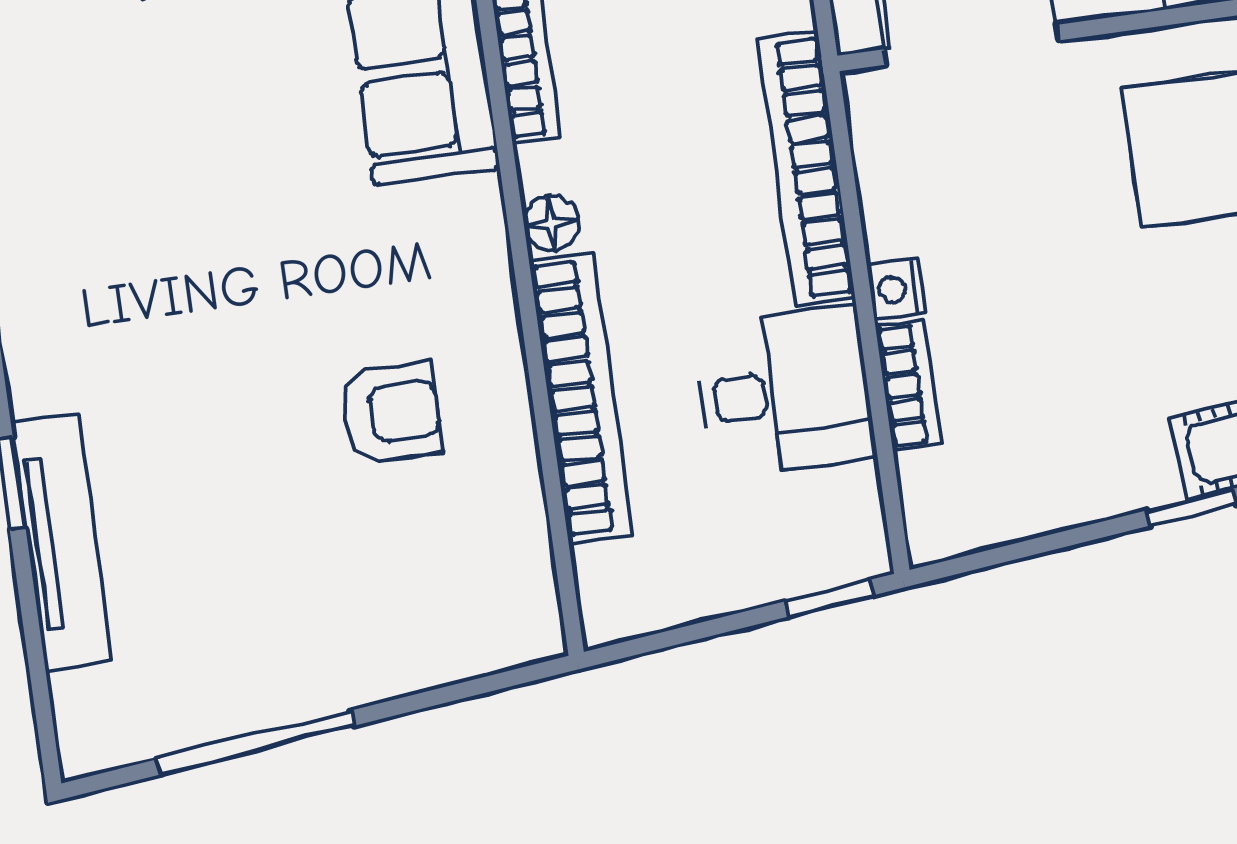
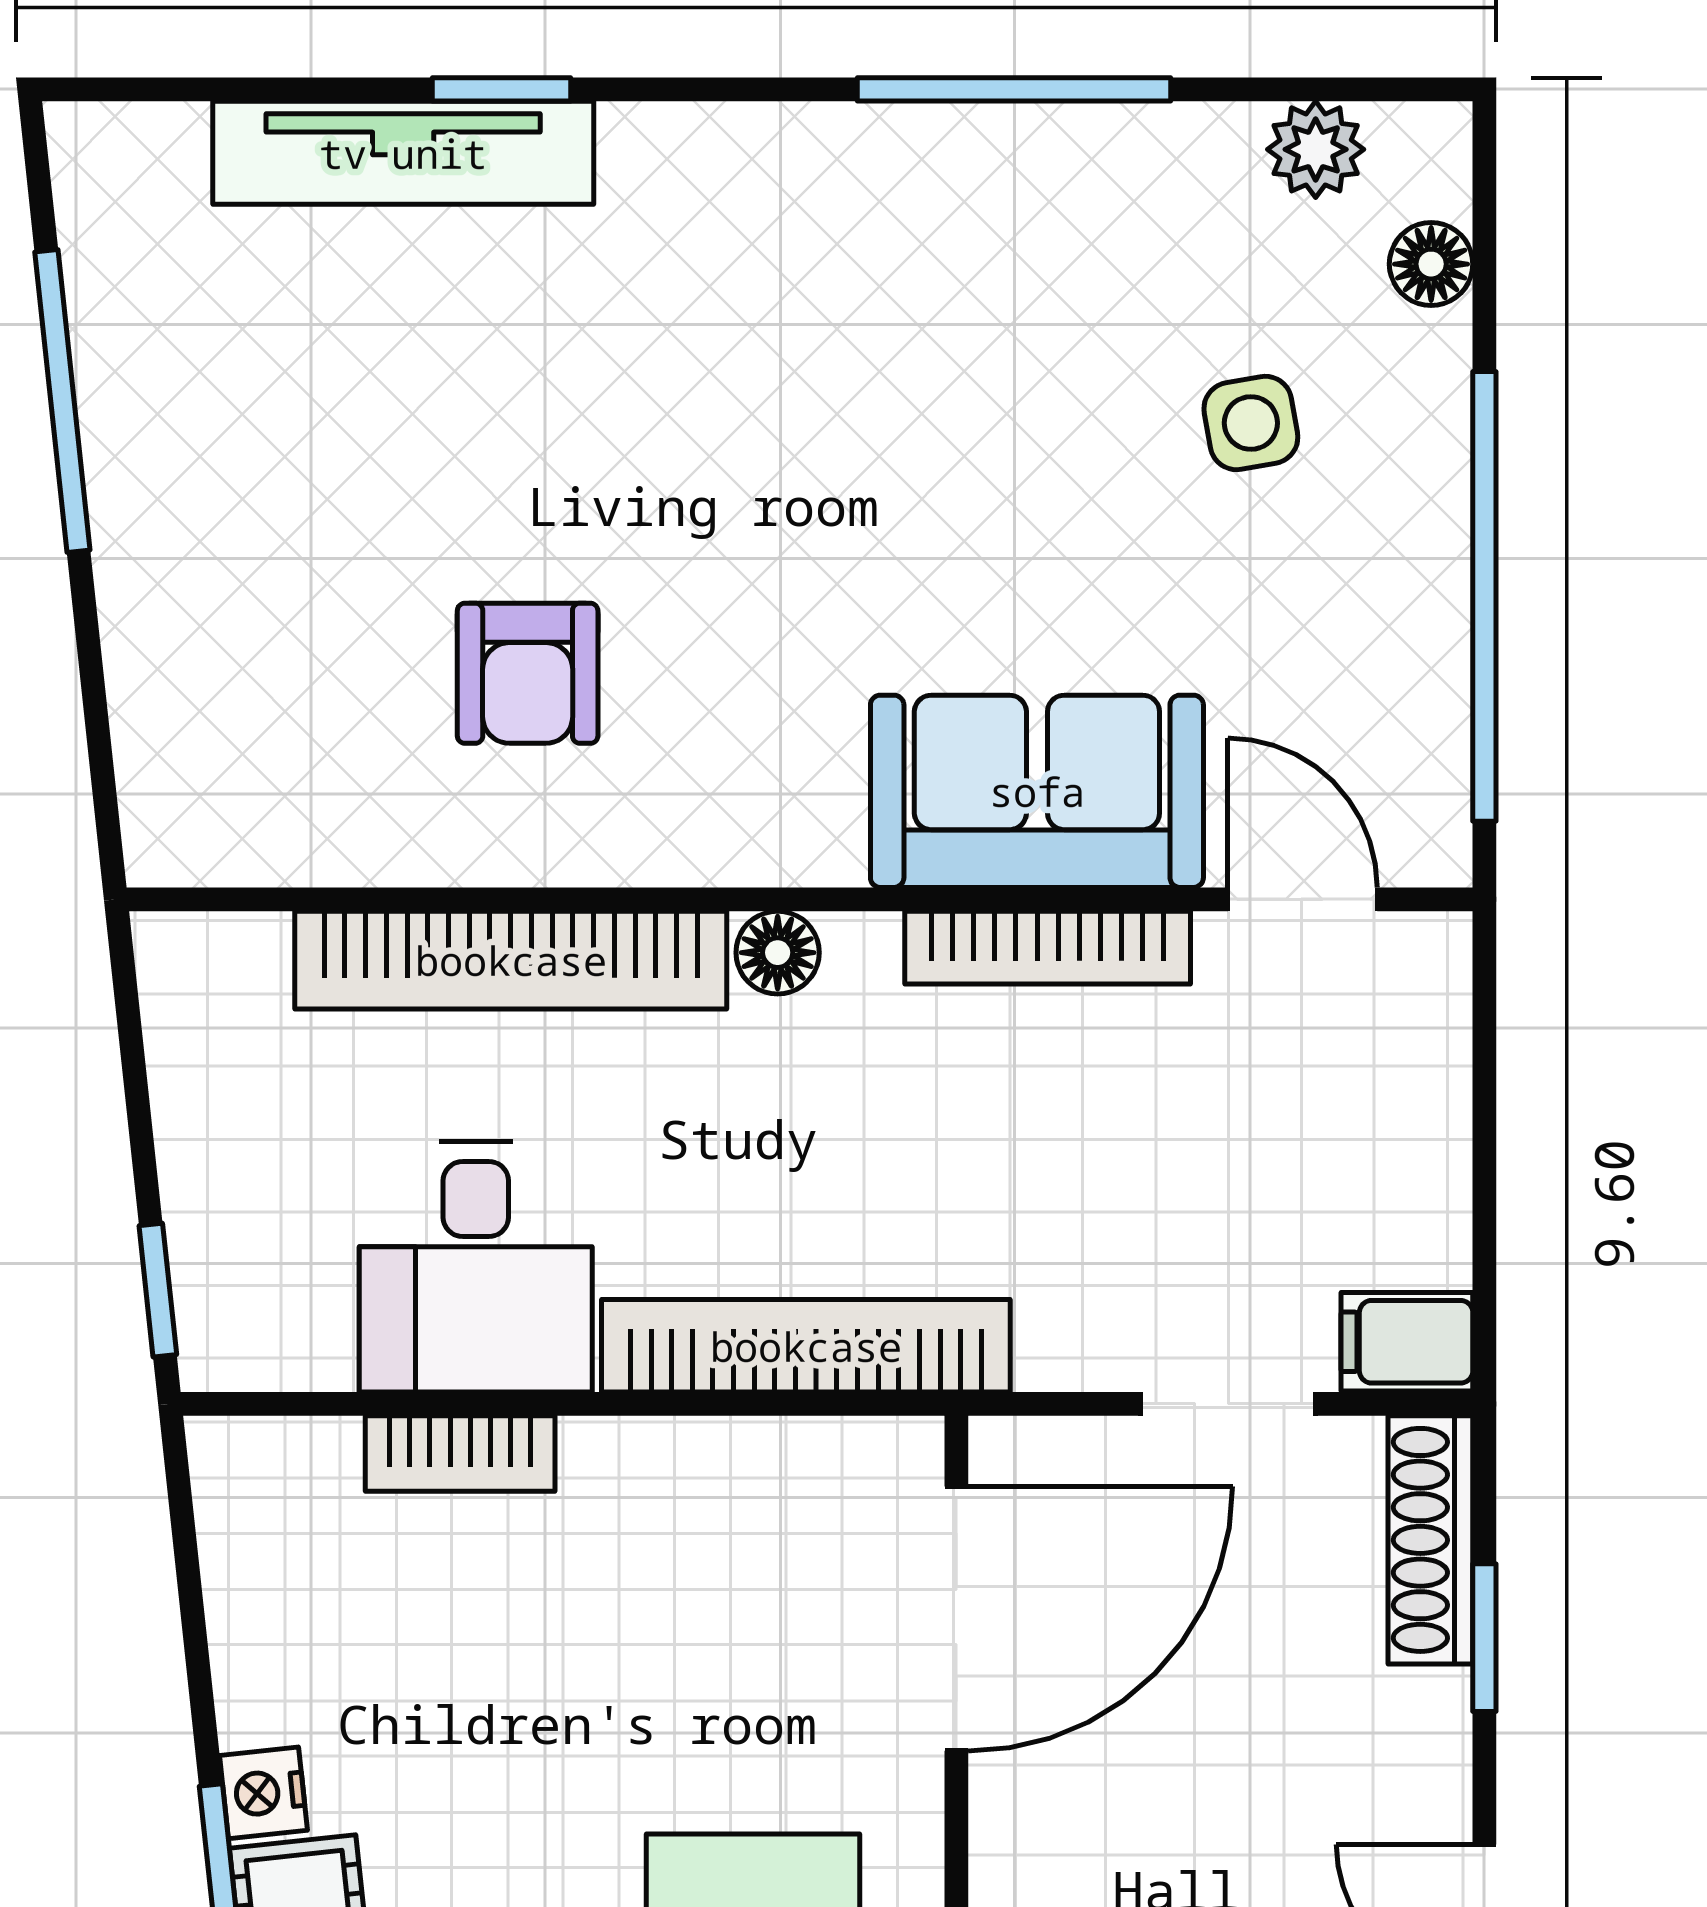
nightstand: (896, 289) -> (263, 1793), moved, turned -96

